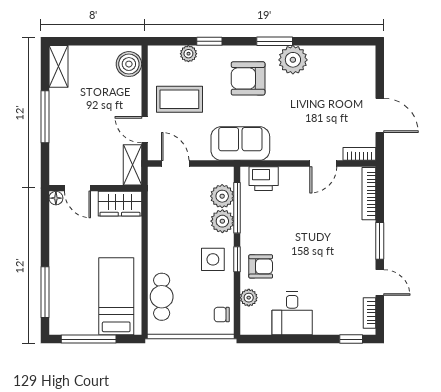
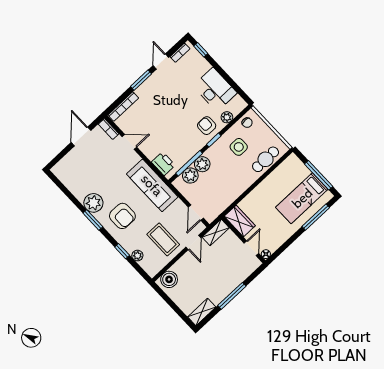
sofa: (240, 143) -> (152, 185), width x1.36
side table: (213, 259) -> (239, 147), moved
bed: (116, 296) -> (302, 198), moved
desk: (292, 313) -> (215, 89), width x1.37

